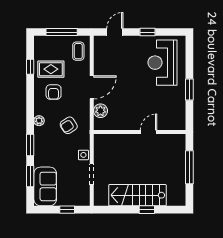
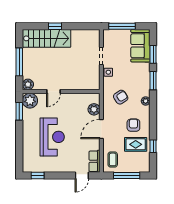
window: (147, 32) -> (38, 176), moved
row of seats: (100, 49) -> (94, 161), added
reception desk: (162, 63) -> (52, 137), moved
window: (189, 90) -> (19, 111), moved
plant: (177, 121) -> (30, 101), added
plant: (179, 140) -> (28, 84), added
stairs: (137, 195) -> (46, 38), moved
window: (67, 210) -> (122, 26), width x2.17

